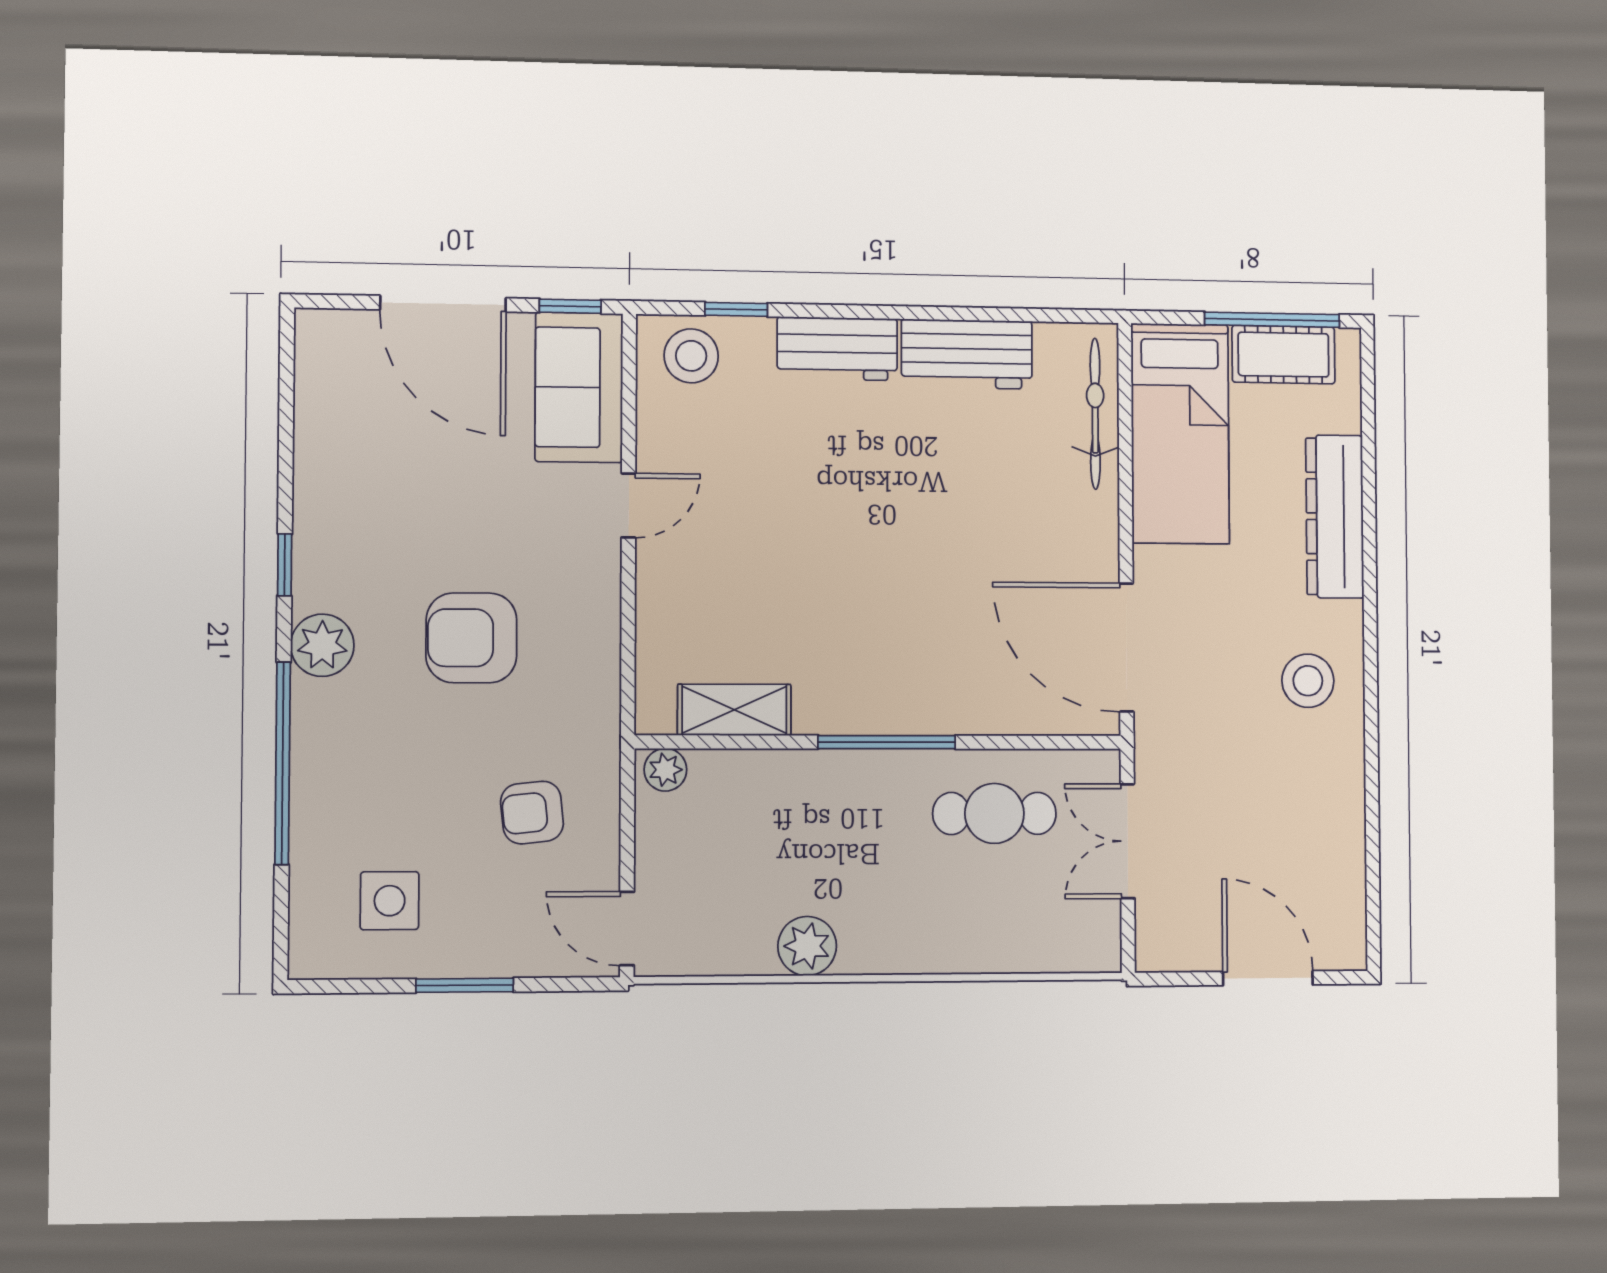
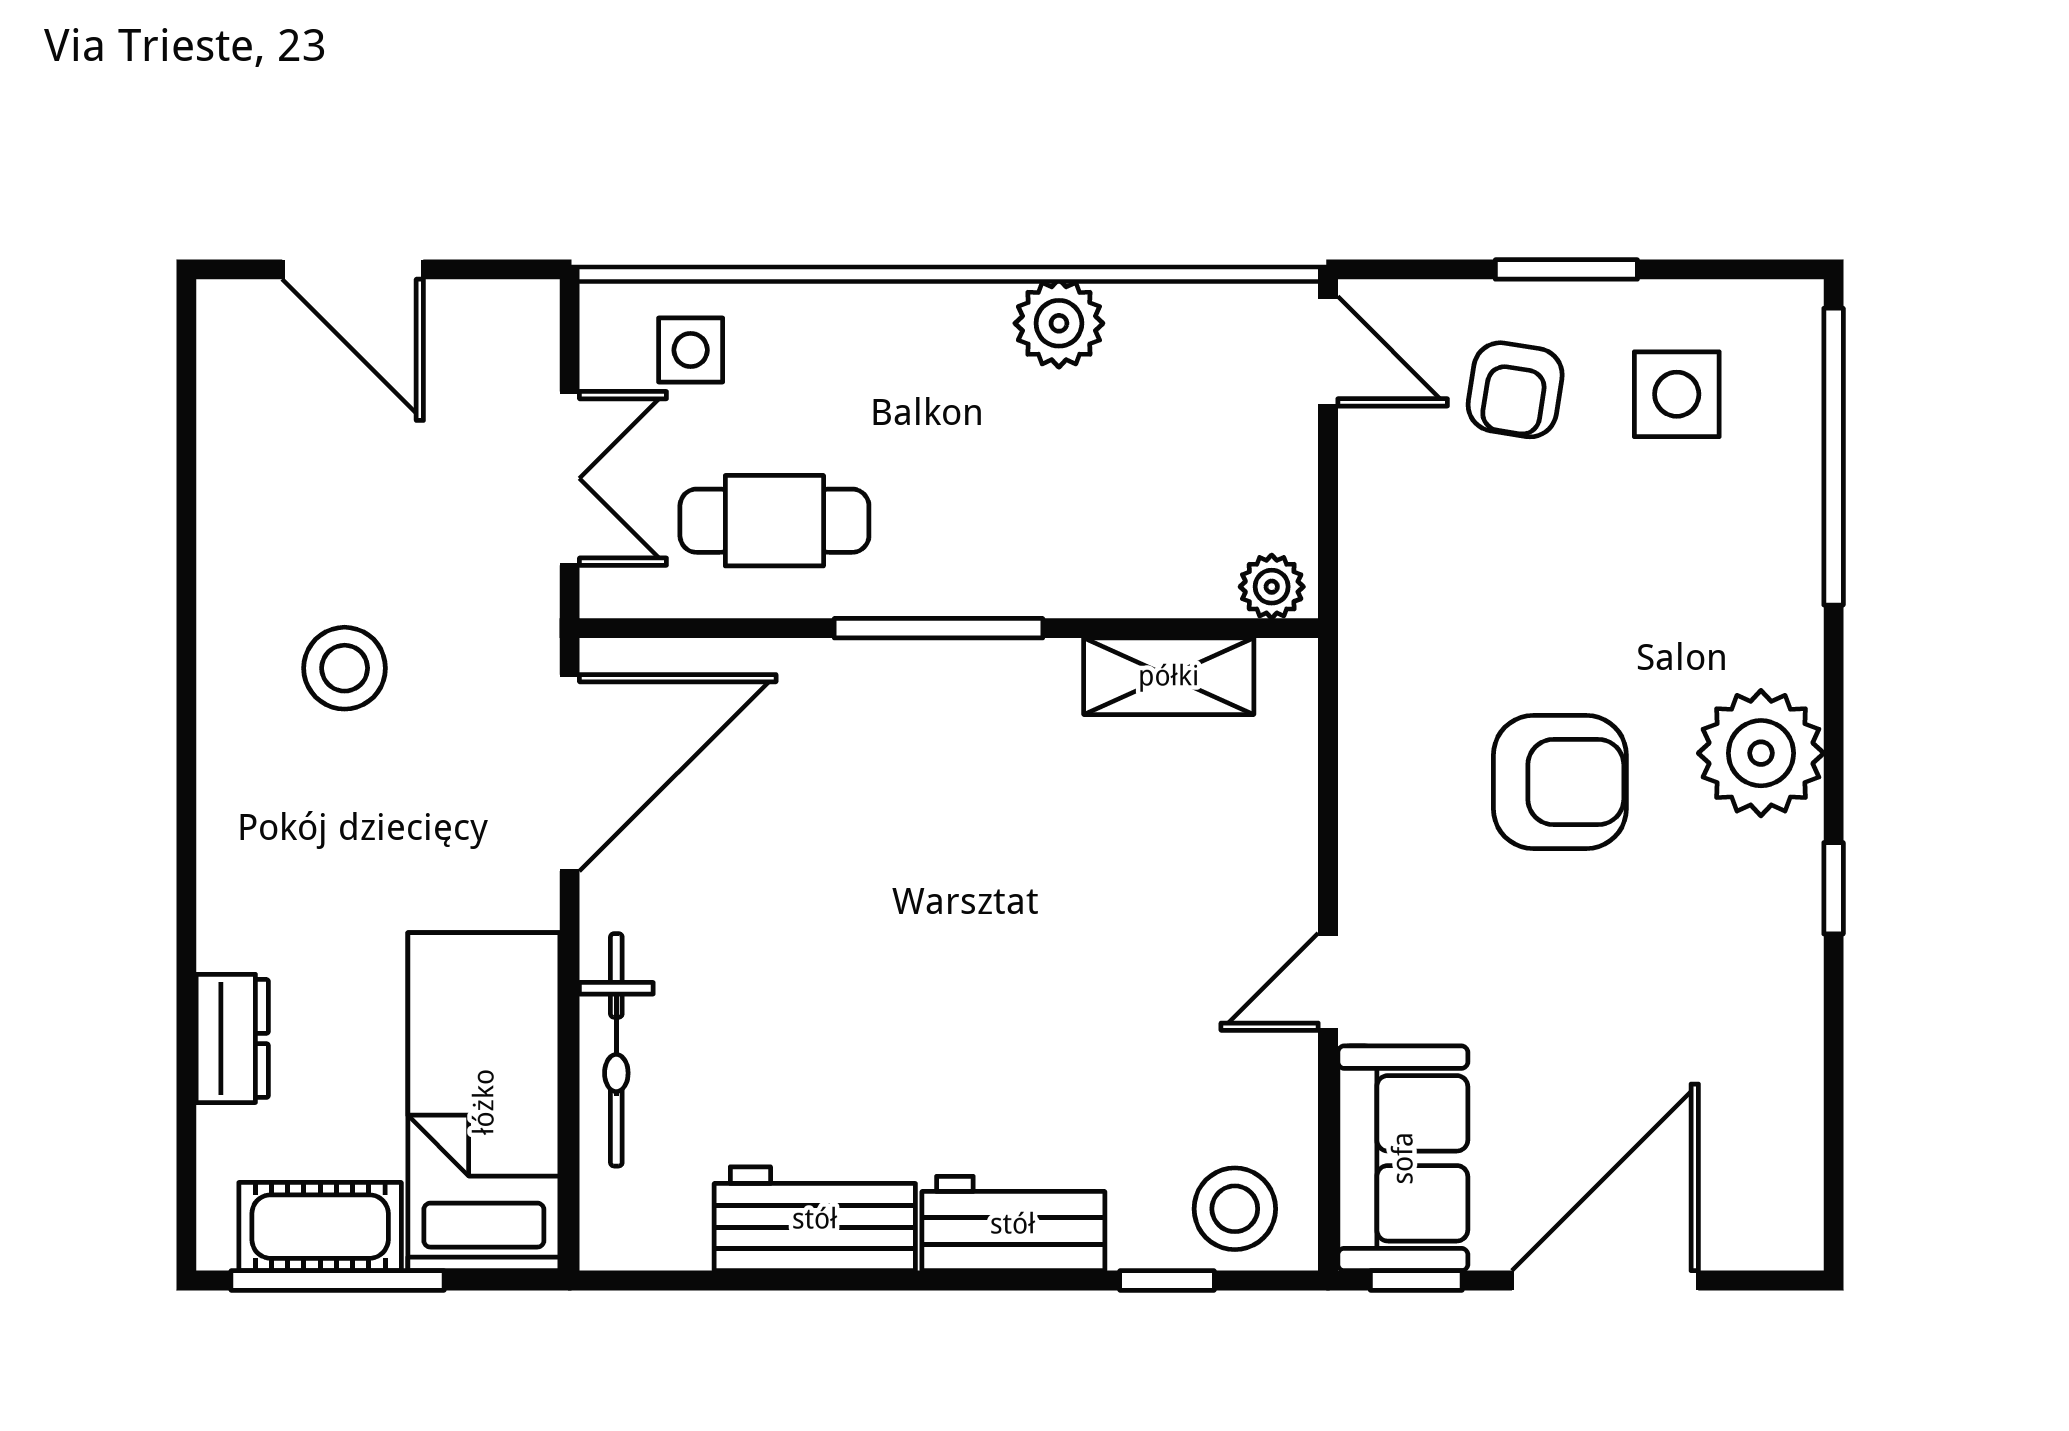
door: (443, 304) -> (1605, 1281), hinge flipped
bicycle: (1095, 414) -> (616, 1050), moved
dresser: (1335, 516) -> (232, 1038), width x0.51, depth x0.80
plant: (322, 645) -> (1761, 753), width x1.36, depth x1.36
door: (1126, 647) -> (570, 773), hinge flipped
stool: (1308, 681) -> (345, 668), moved
window: (283, 763) -> (1834, 457), moved
armchair: (532, 813) -> (1515, 390), moved, turned 105
side table: (1050, 926) -> (691, 350), added

